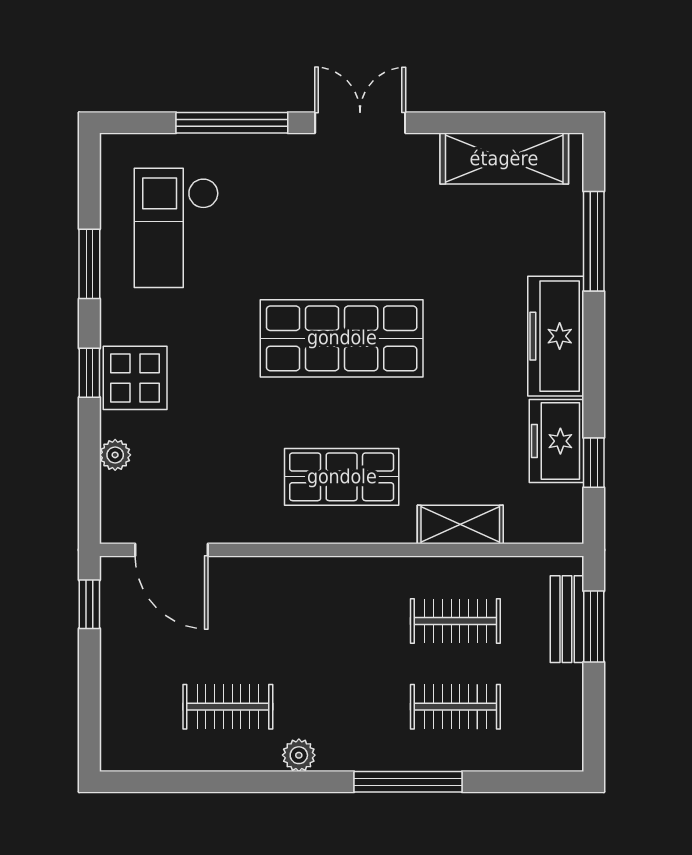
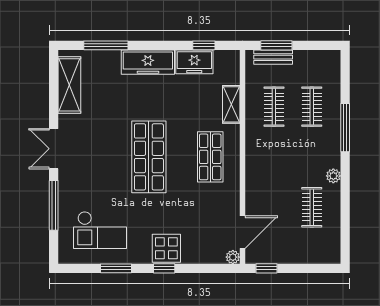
plant: (115, 455) -> (233, 257), moved

